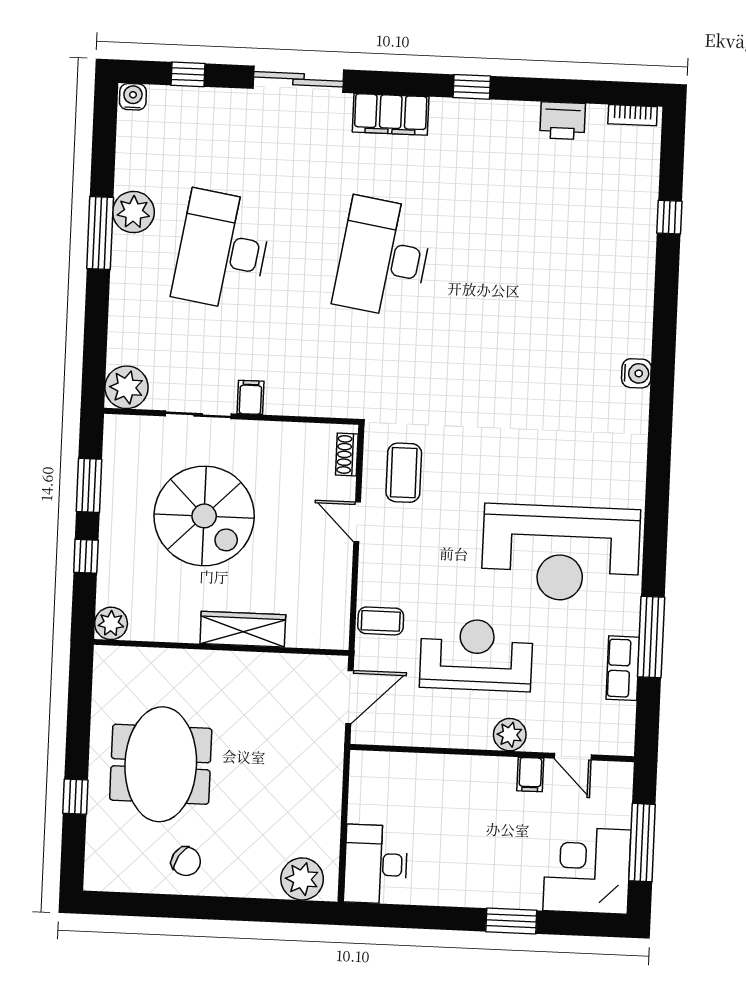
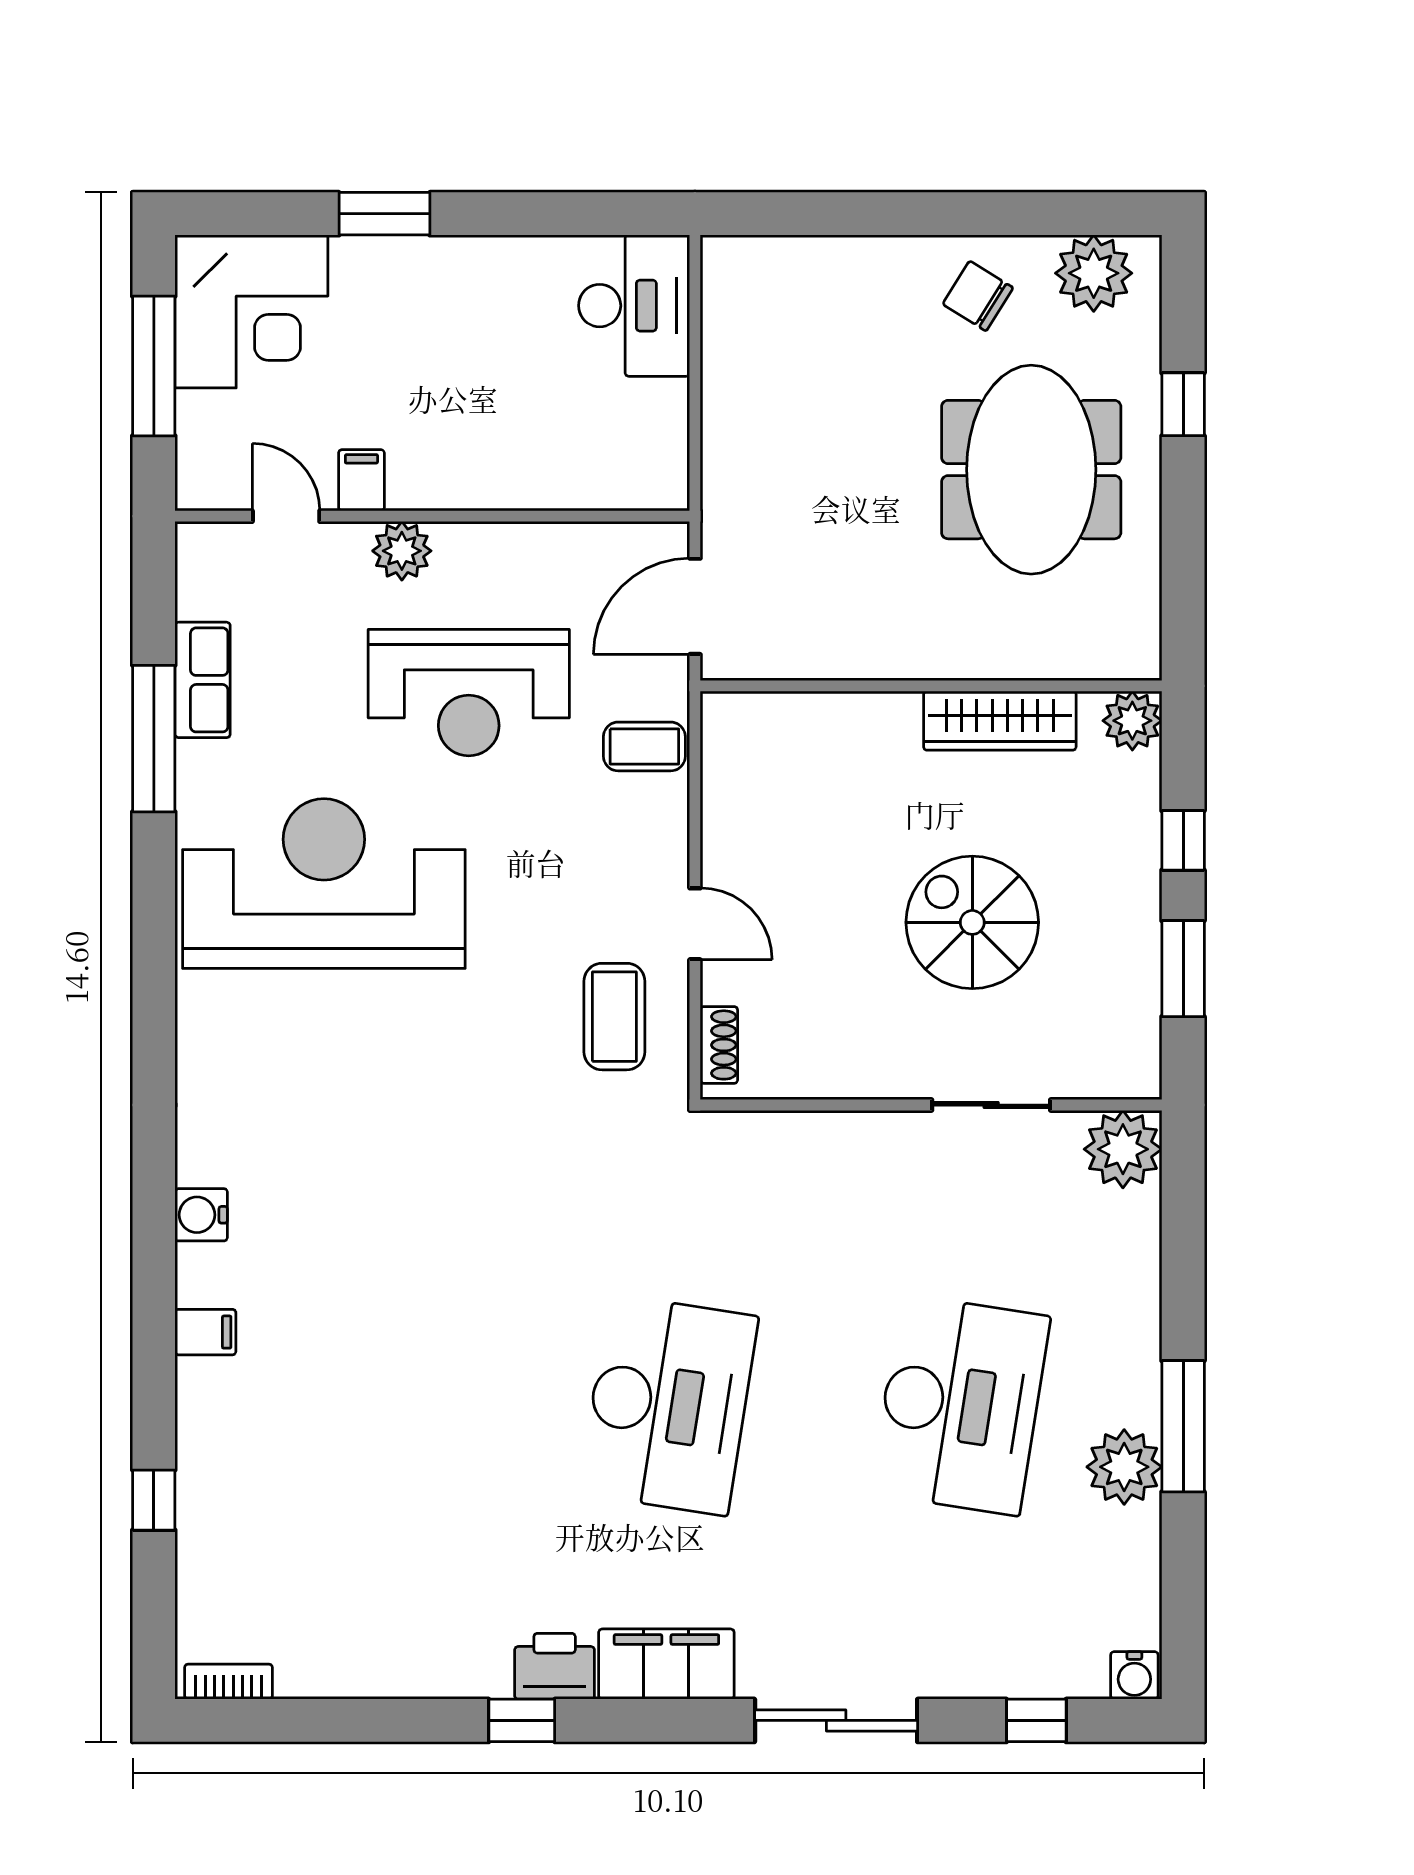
printer: (563, 121) -> (555, 1666), moved
filing cabinet: (250, 397) -> (205, 1332), moved, turned -90
spiral stairs: (204, 516) -> (972, 922), width x0.73, depth x0.73
wardrobe: (243, 629) -> (1000, 721), moved
plant: (302, 879) -> (1094, 273), moved

